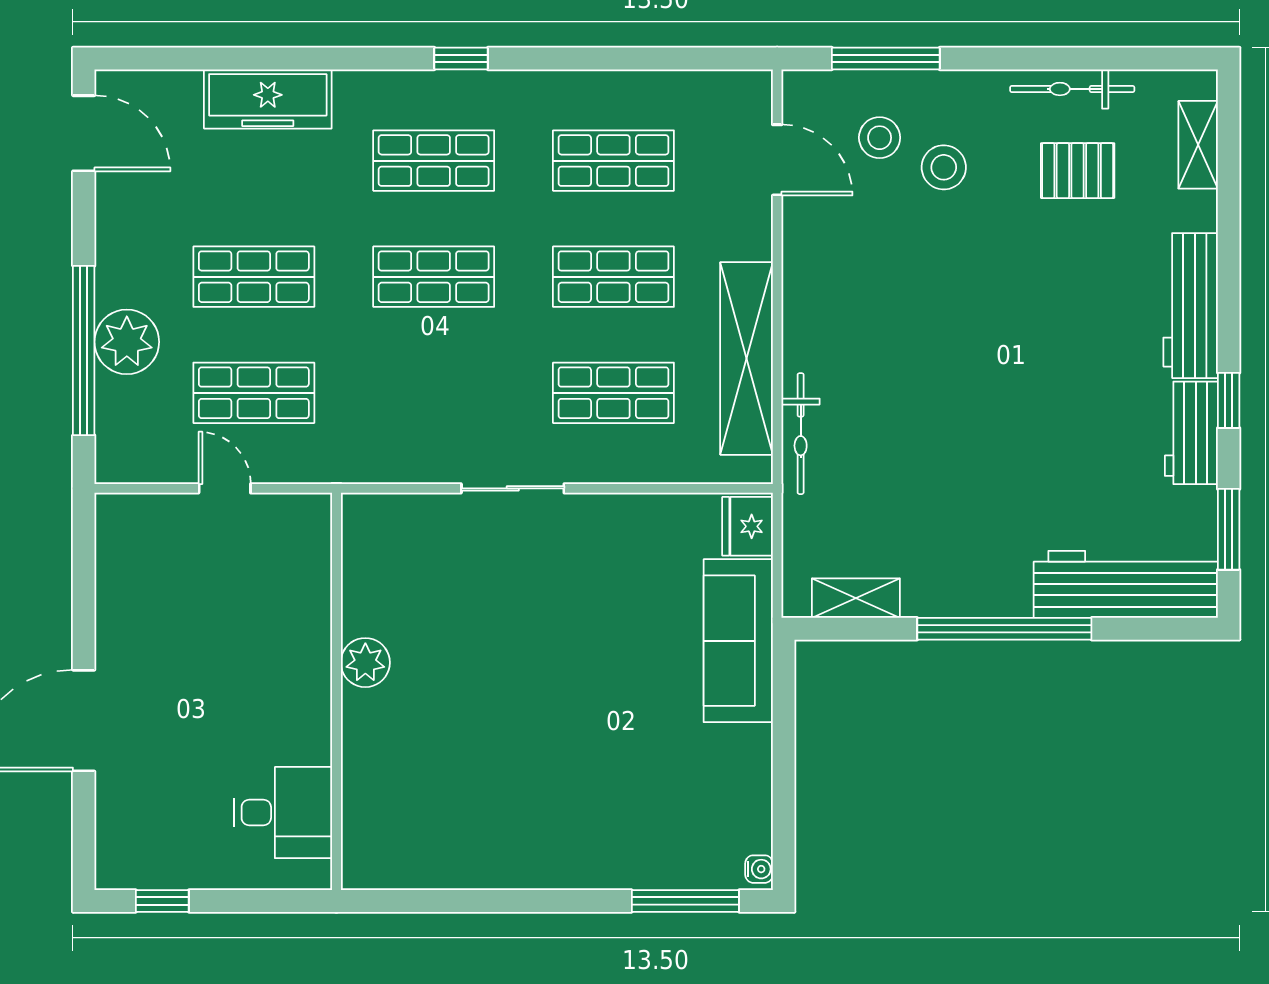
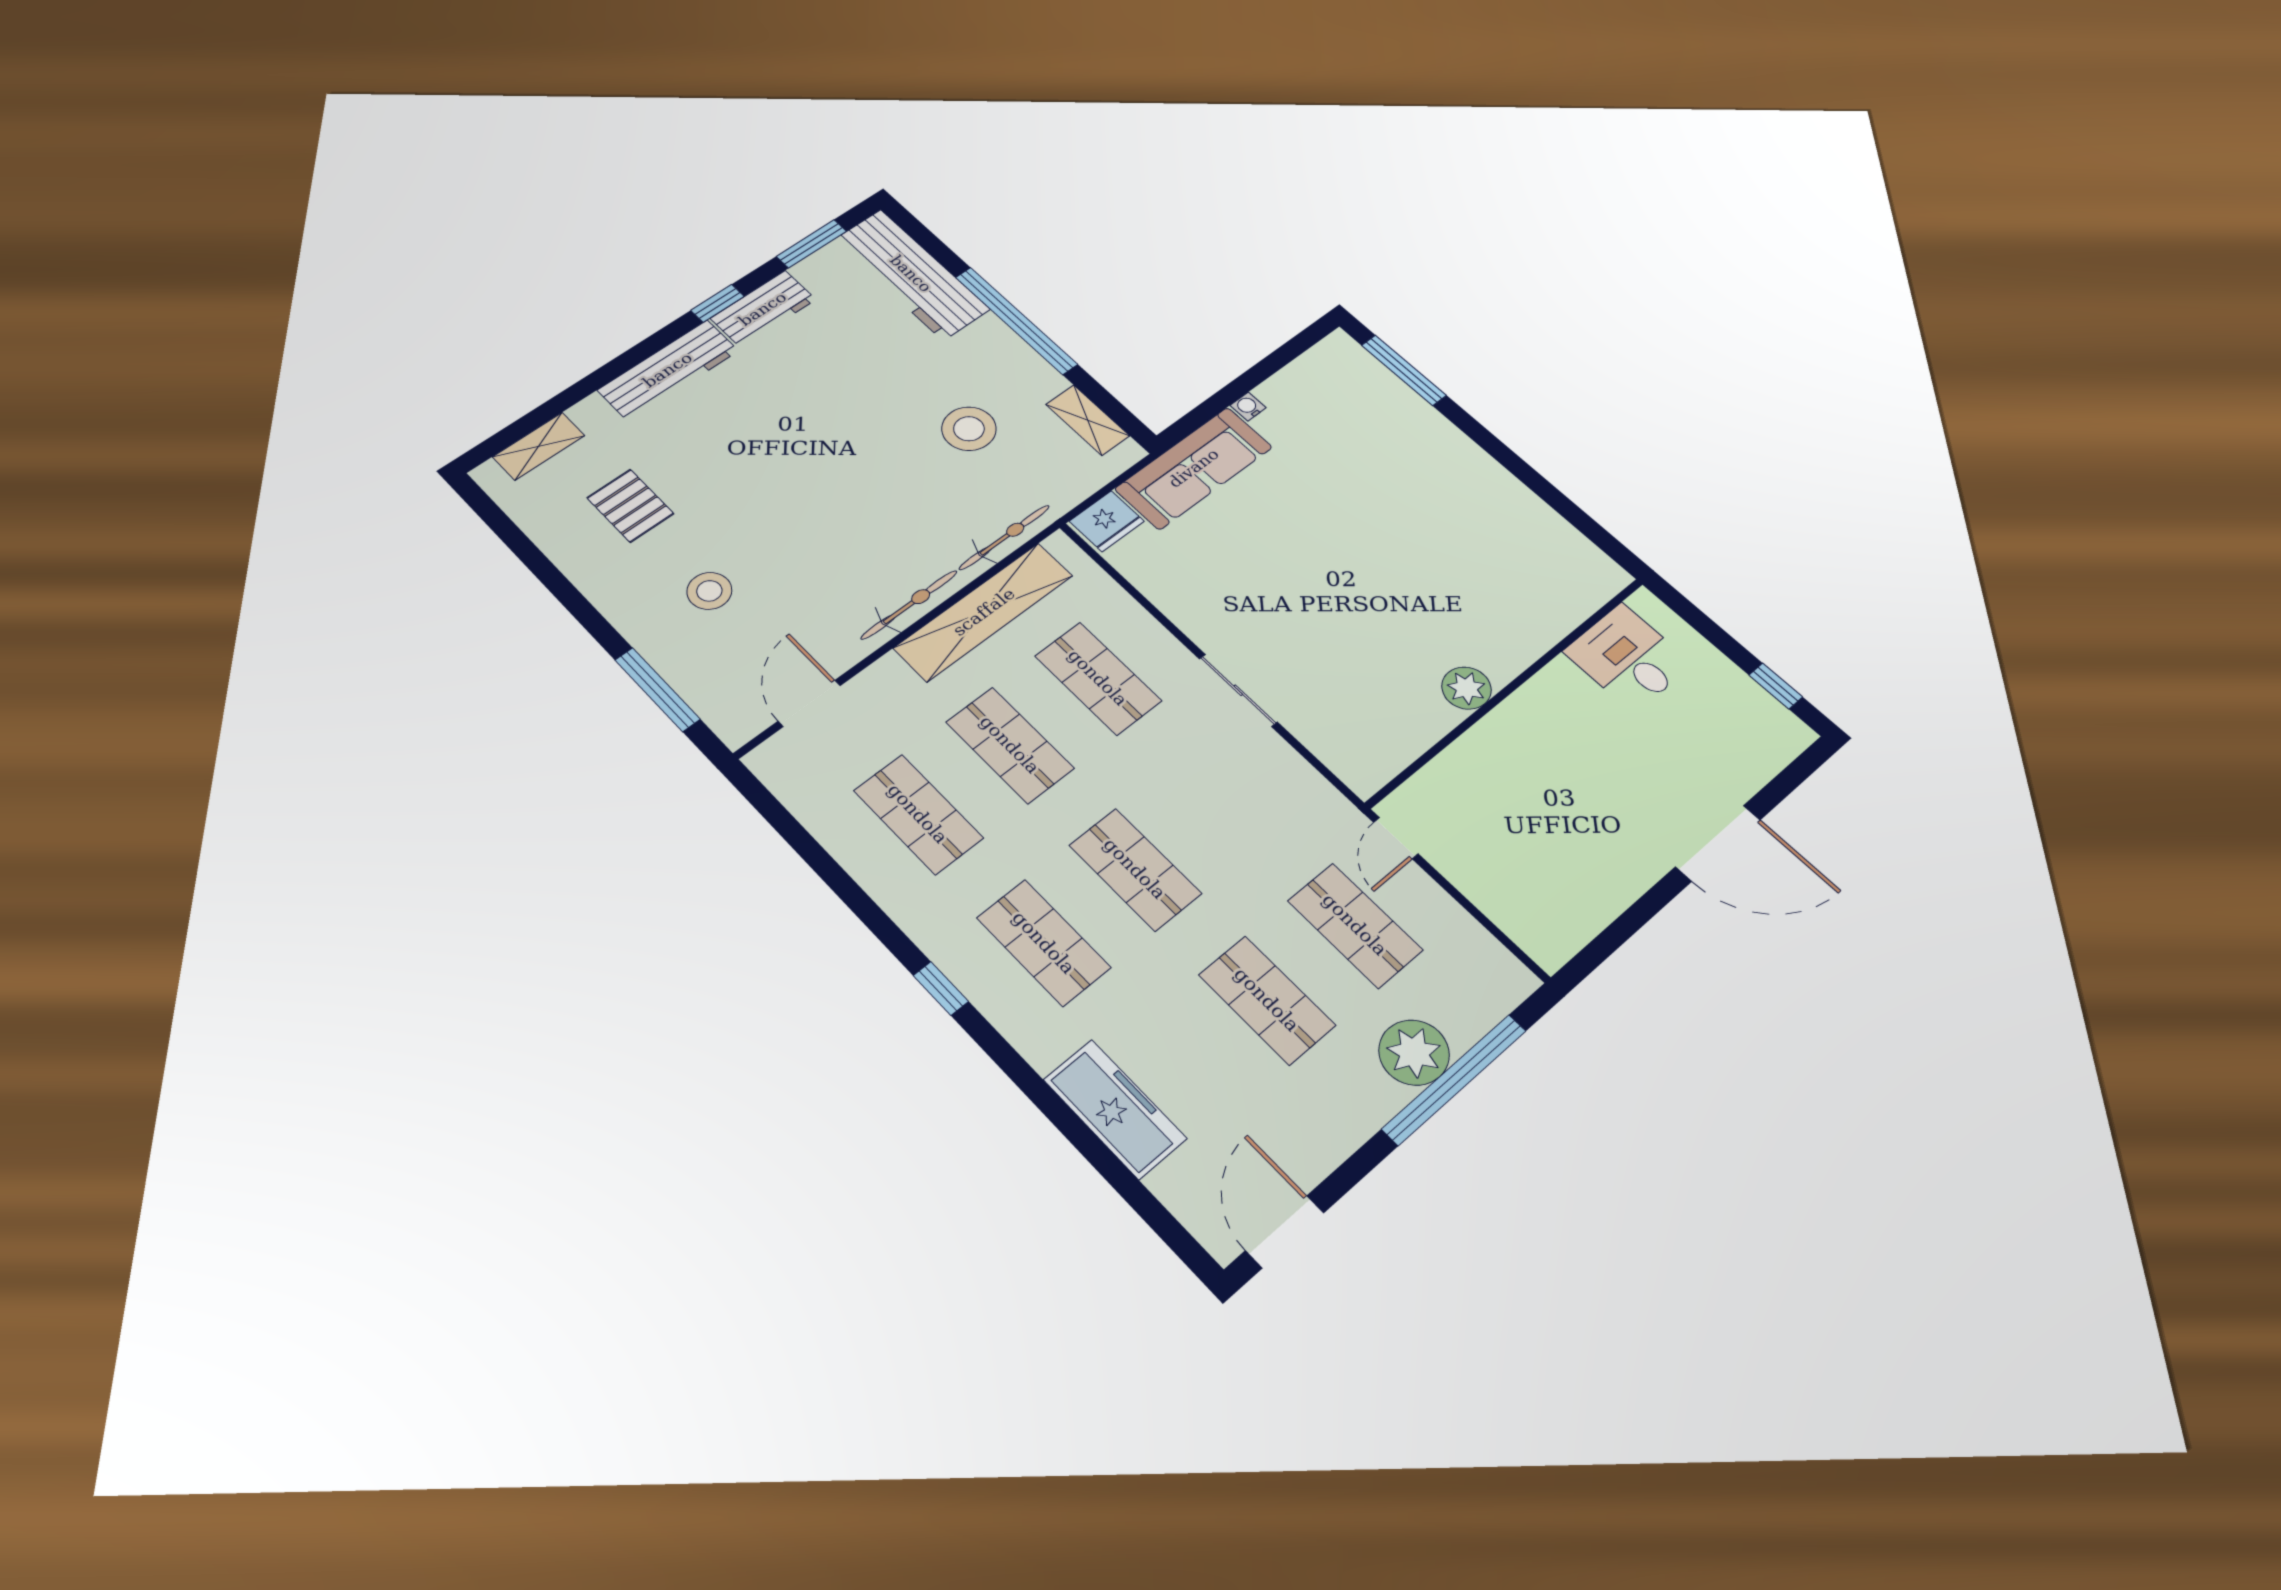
bicycle: (1072, 89) -> (909, 605), moved, turned -90
stool: (880, 138) -> (969, 429), moved, width x1.38, depth x1.38
door: (225, 488) -> (1396, 838), moved
water cooler: (759, 869) -> (1248, 407), moved

